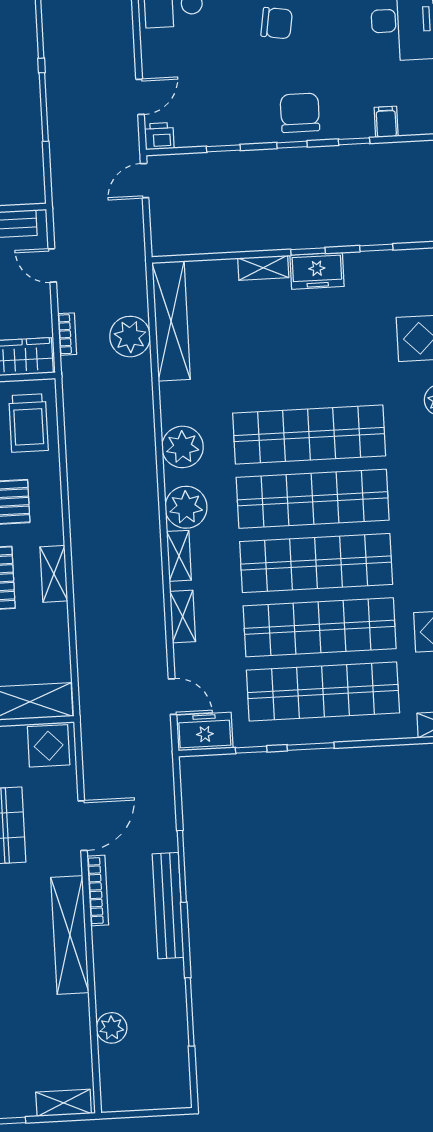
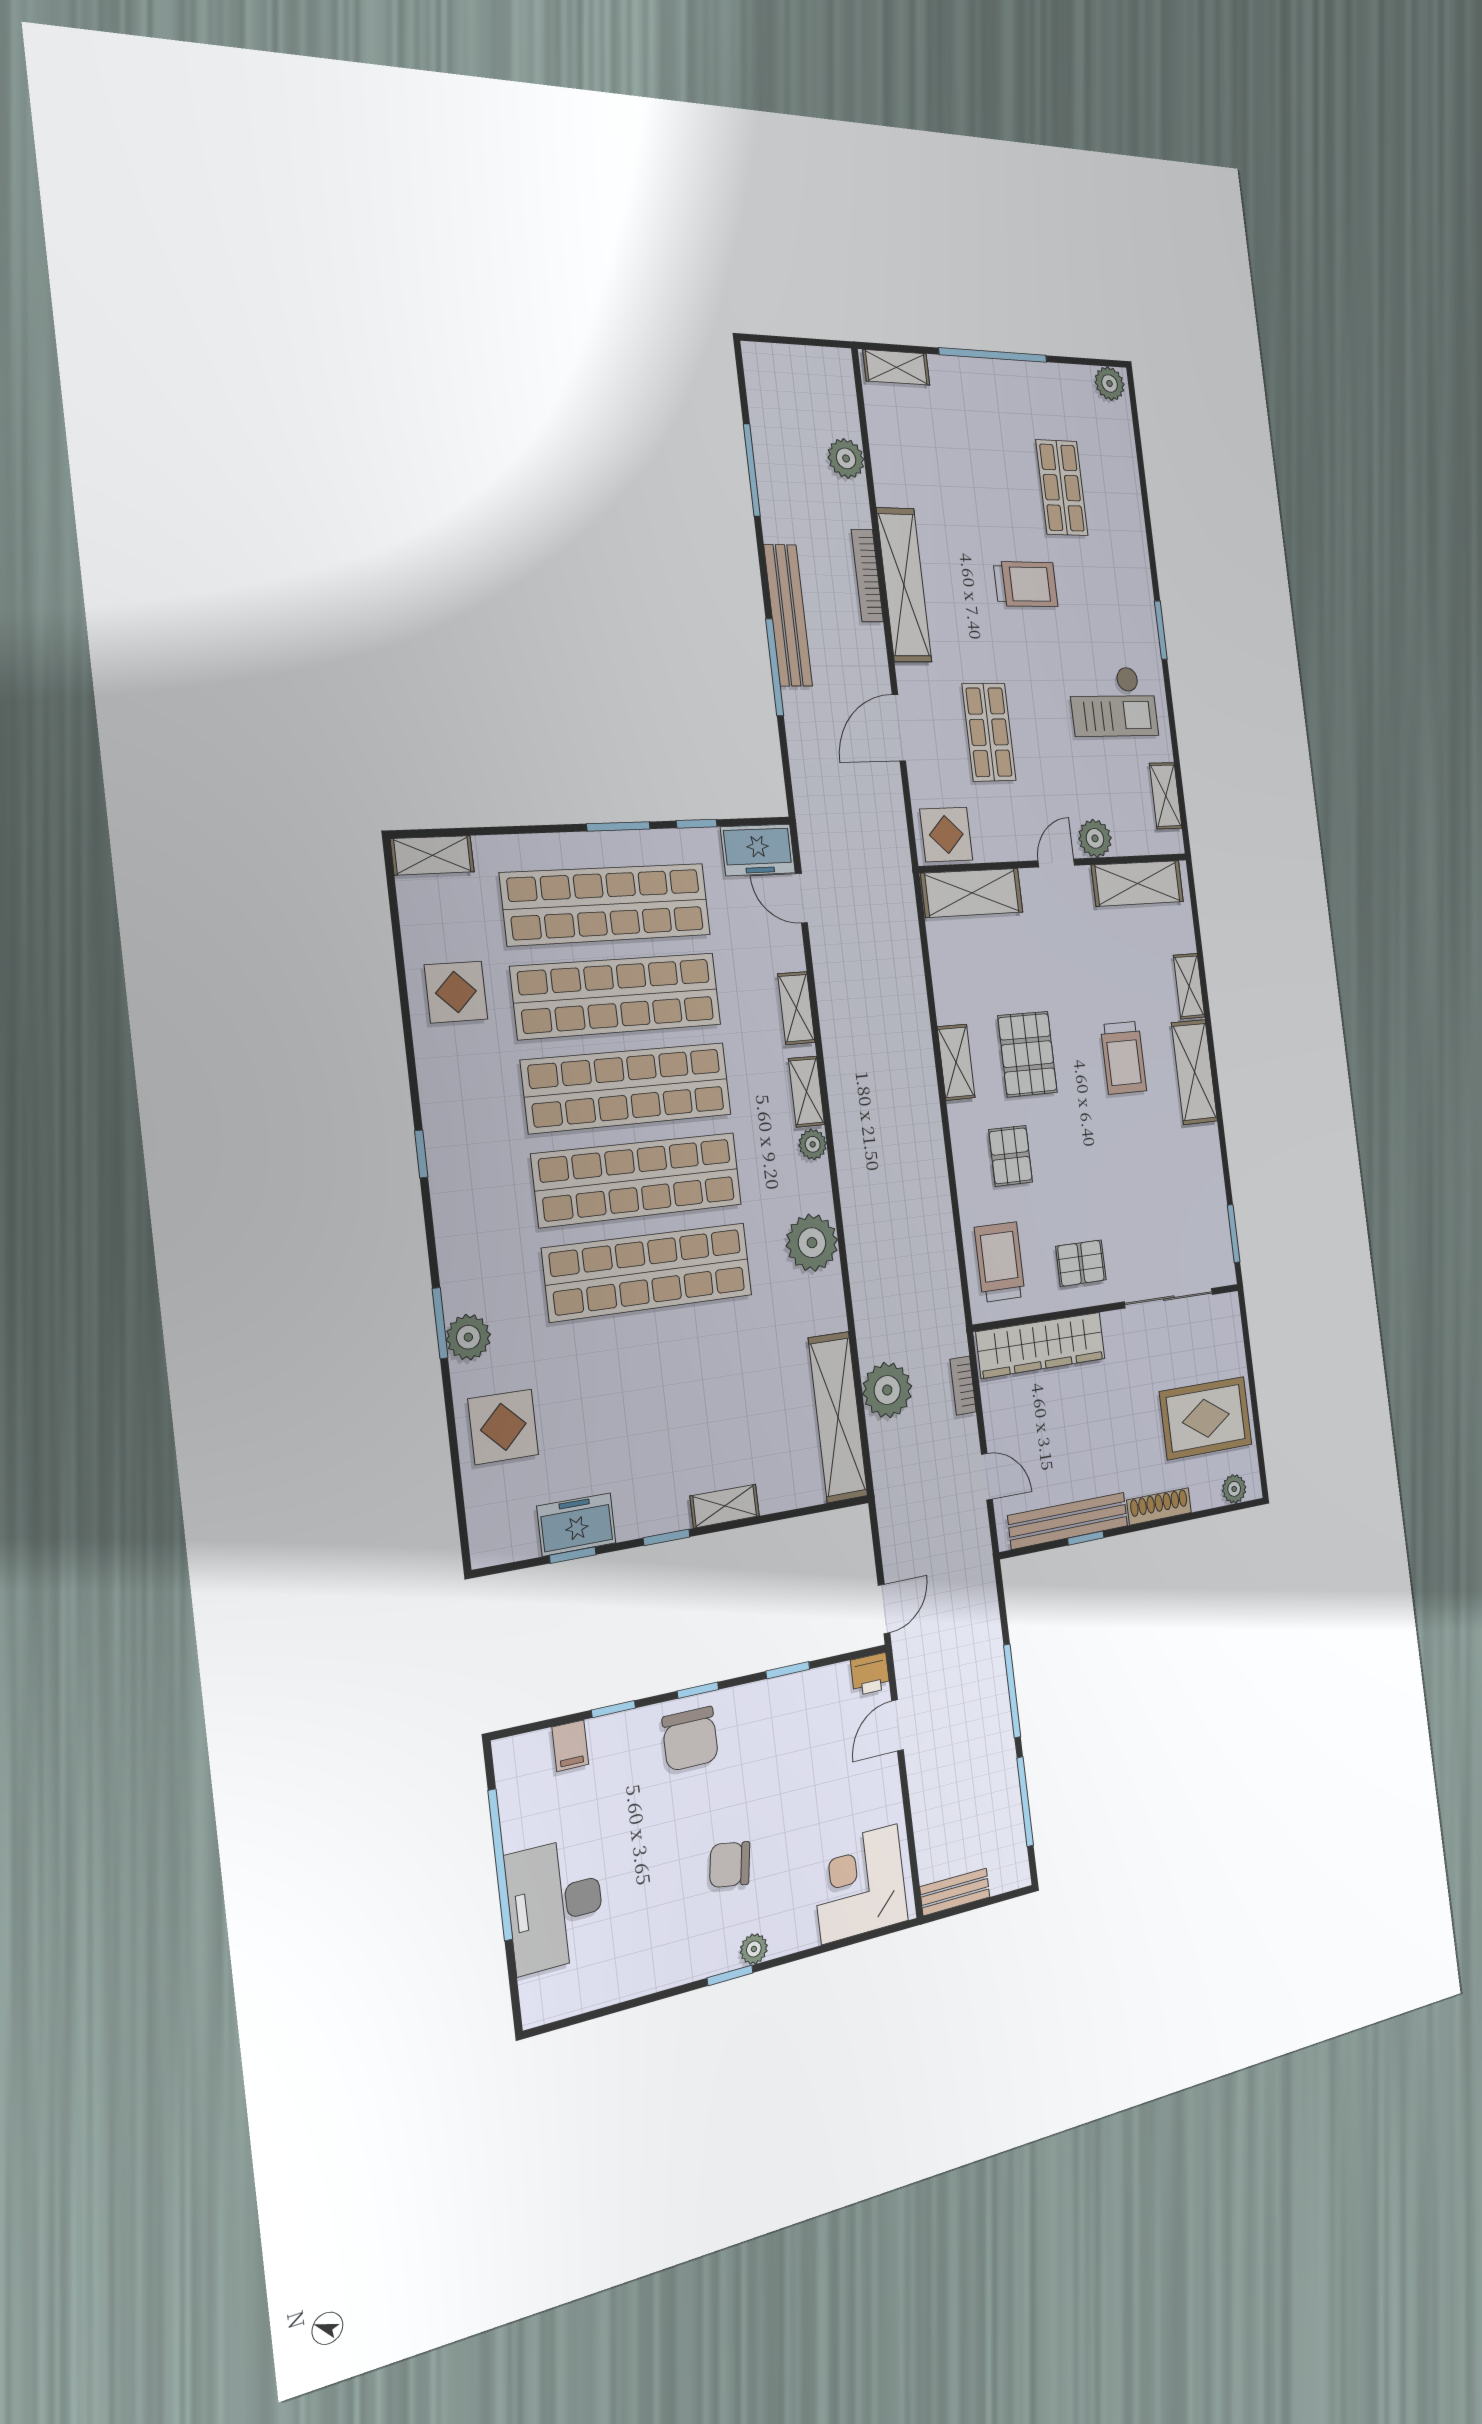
freezer: (317, 271) -> (576, 1525), moved
plant: (186, 507) -> (813, 1144), width x0.53, depth x0.53
bookcase: (98, 891) -> (867, 576), moved

